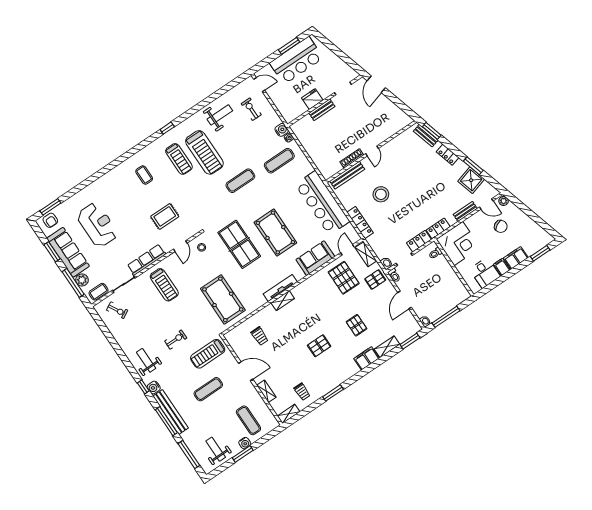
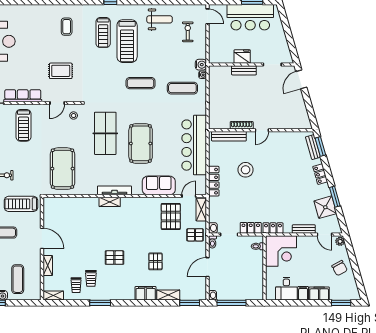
chair: (501, 226) -> (340, 268), moved
trolley: (260, 336) -> (91, 278), moved

